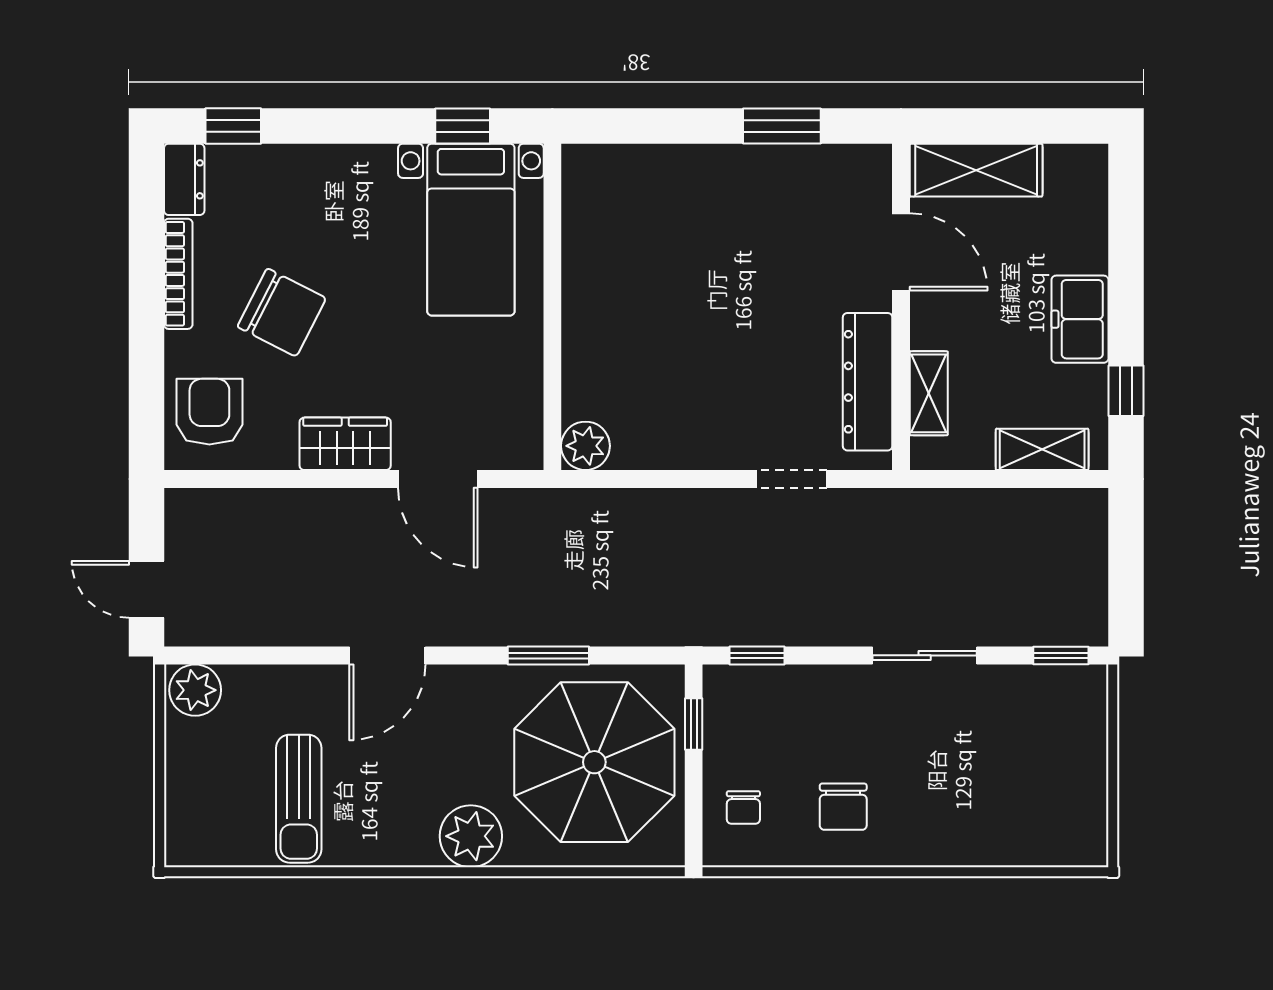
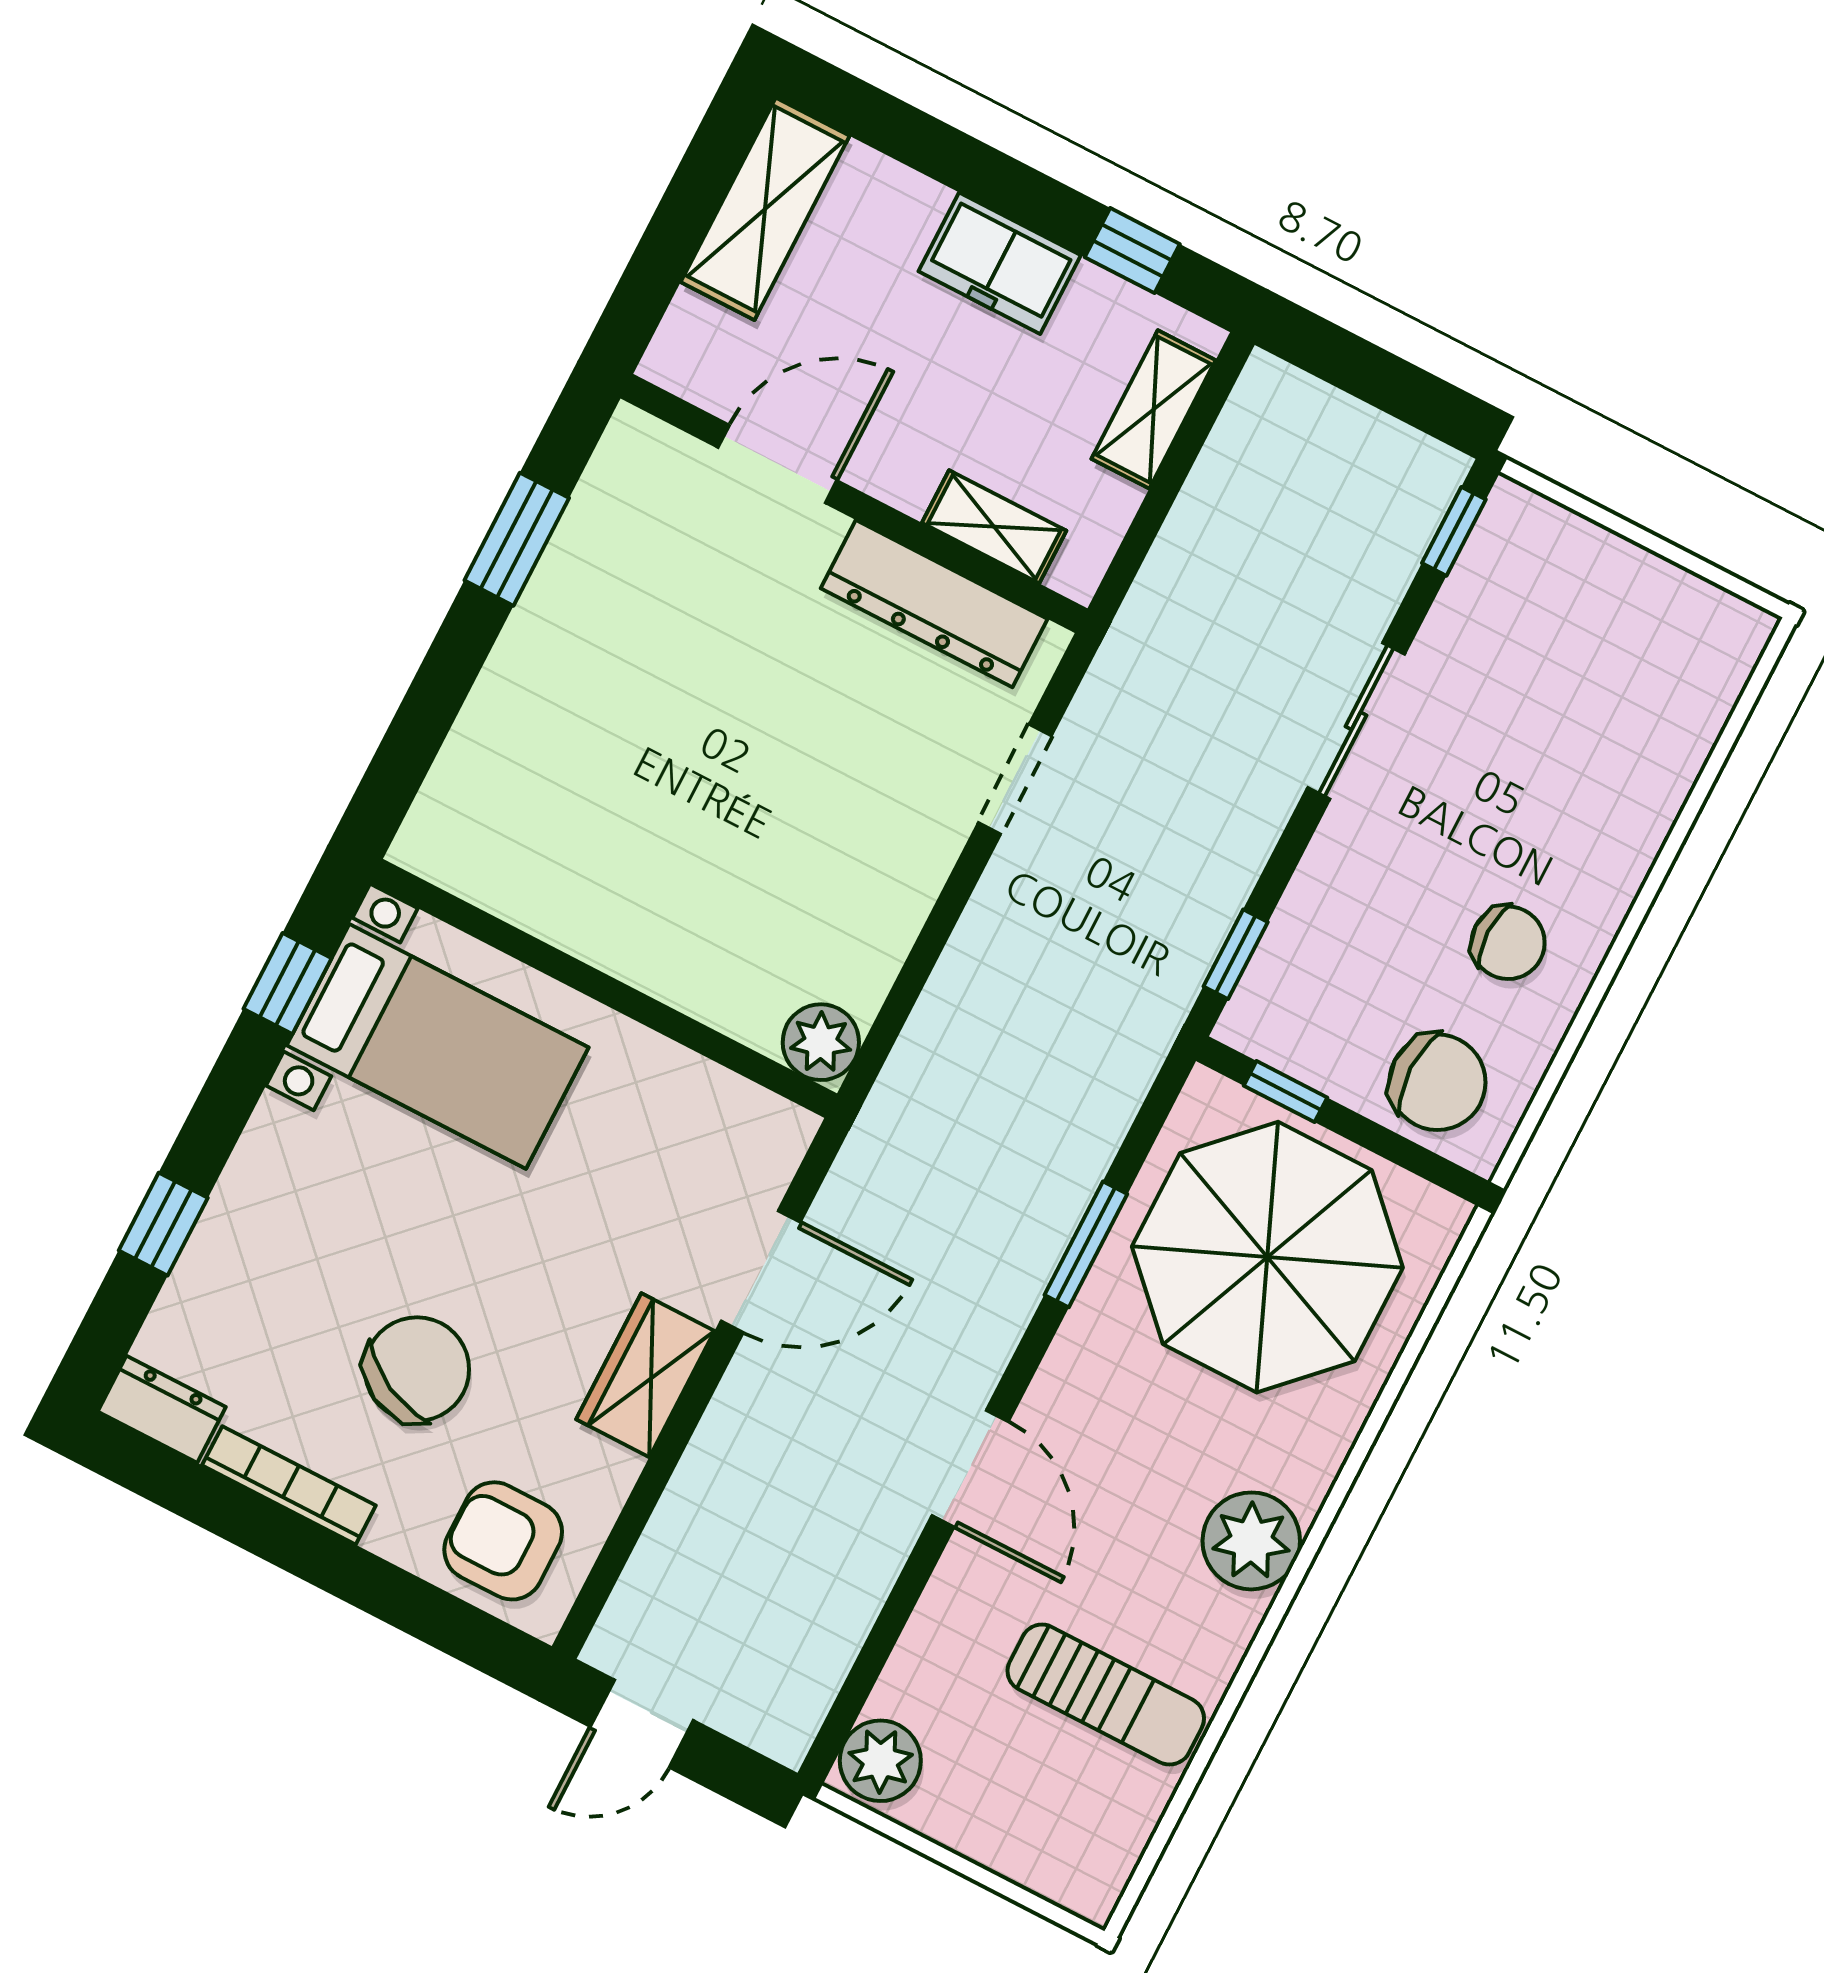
window: (233, 126) -> (163, 1224), moved
shelving: (976, 170) -> (765, 209), moved
door: (146, 589) -> (642, 1724), moved
chair: (743, 807) -> (1437, 1082), width x1.87, depth x1.87
plant: (471, 836) -> (1251, 1541), moved

